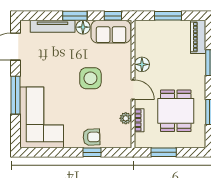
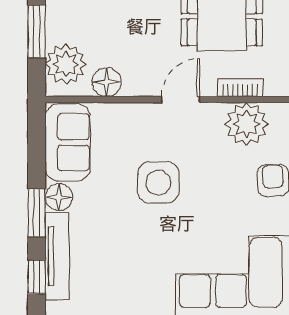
window: (113, 16) -> (37, 277), moved
plant: (151, 31) -> (66, 64), added
floor lamp: (142, 64) -> (107, 82), moved
plant: (126, 118) -> (246, 124), width x1.87, depth x1.87

